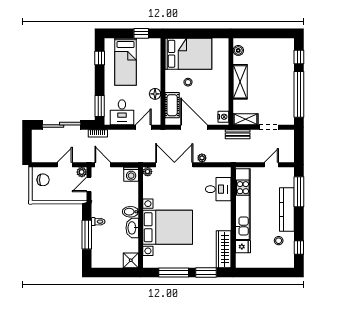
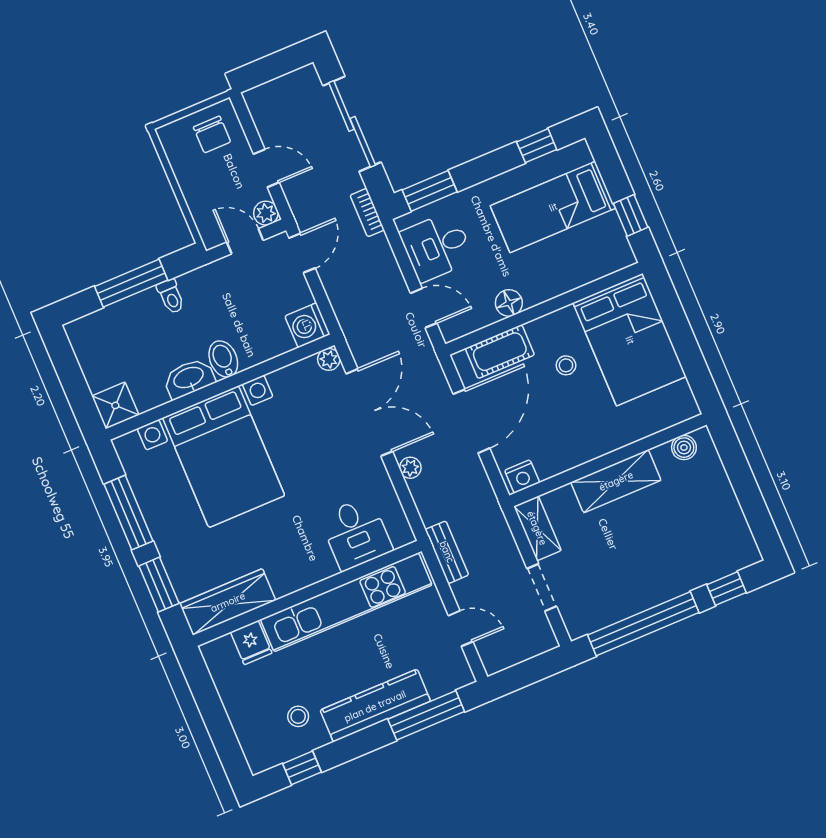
bench: (238, 134) -> (447, 552), moved

